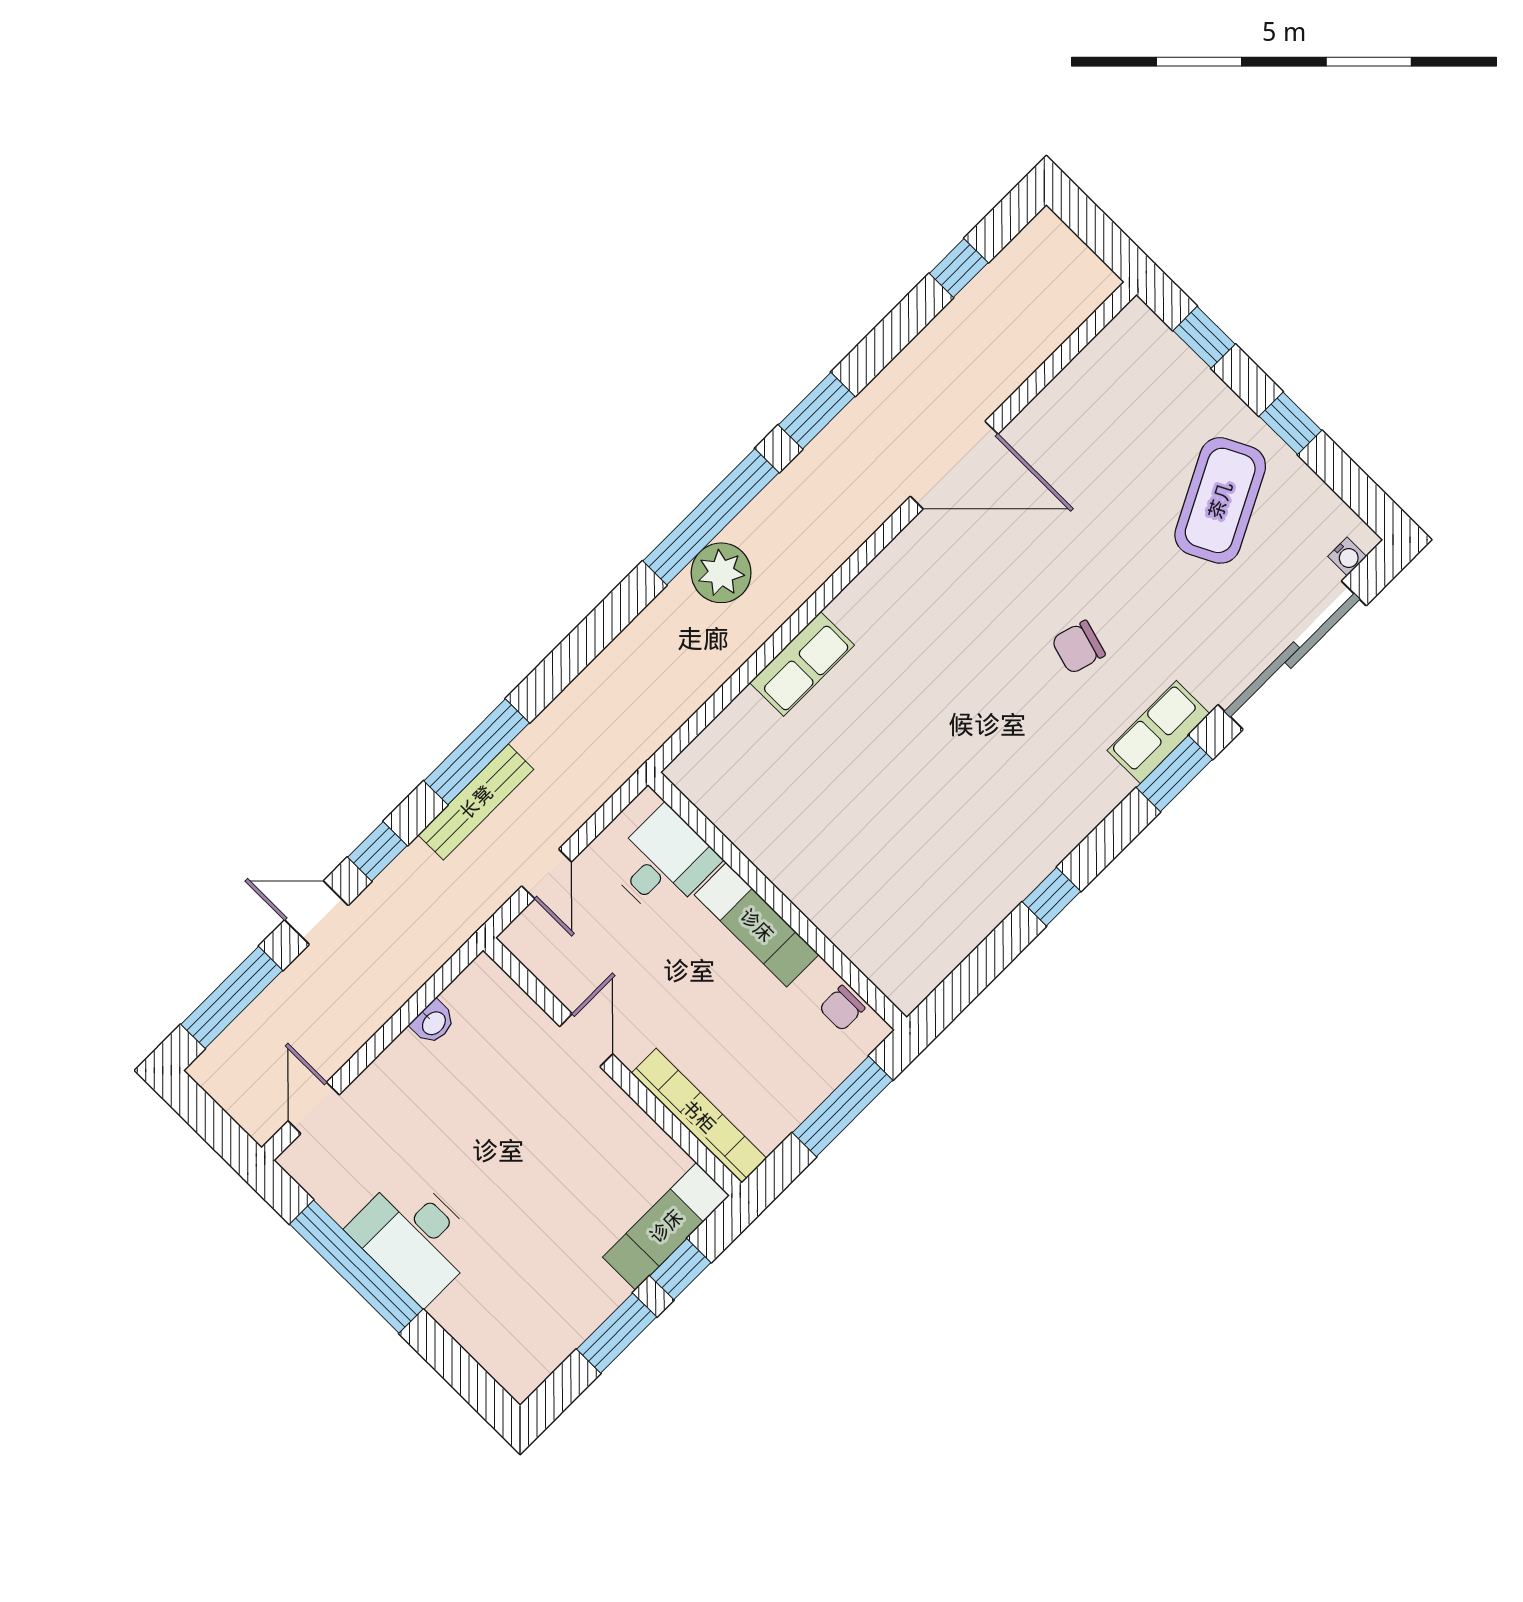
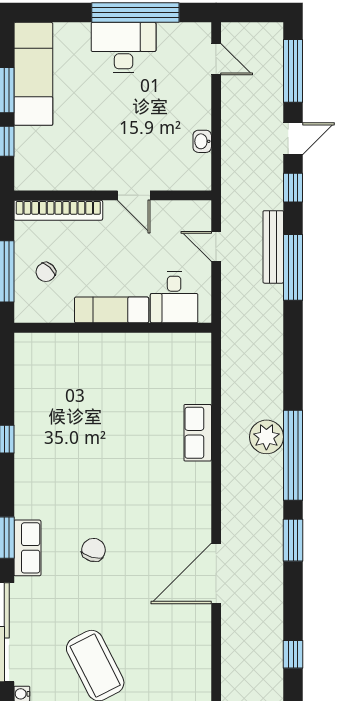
chair: (842, 1008) -> (46, 272), moved, turned -136
exam couch: (666, 1226) -> (33, 74), moved, width x1.36, depth x1.45

